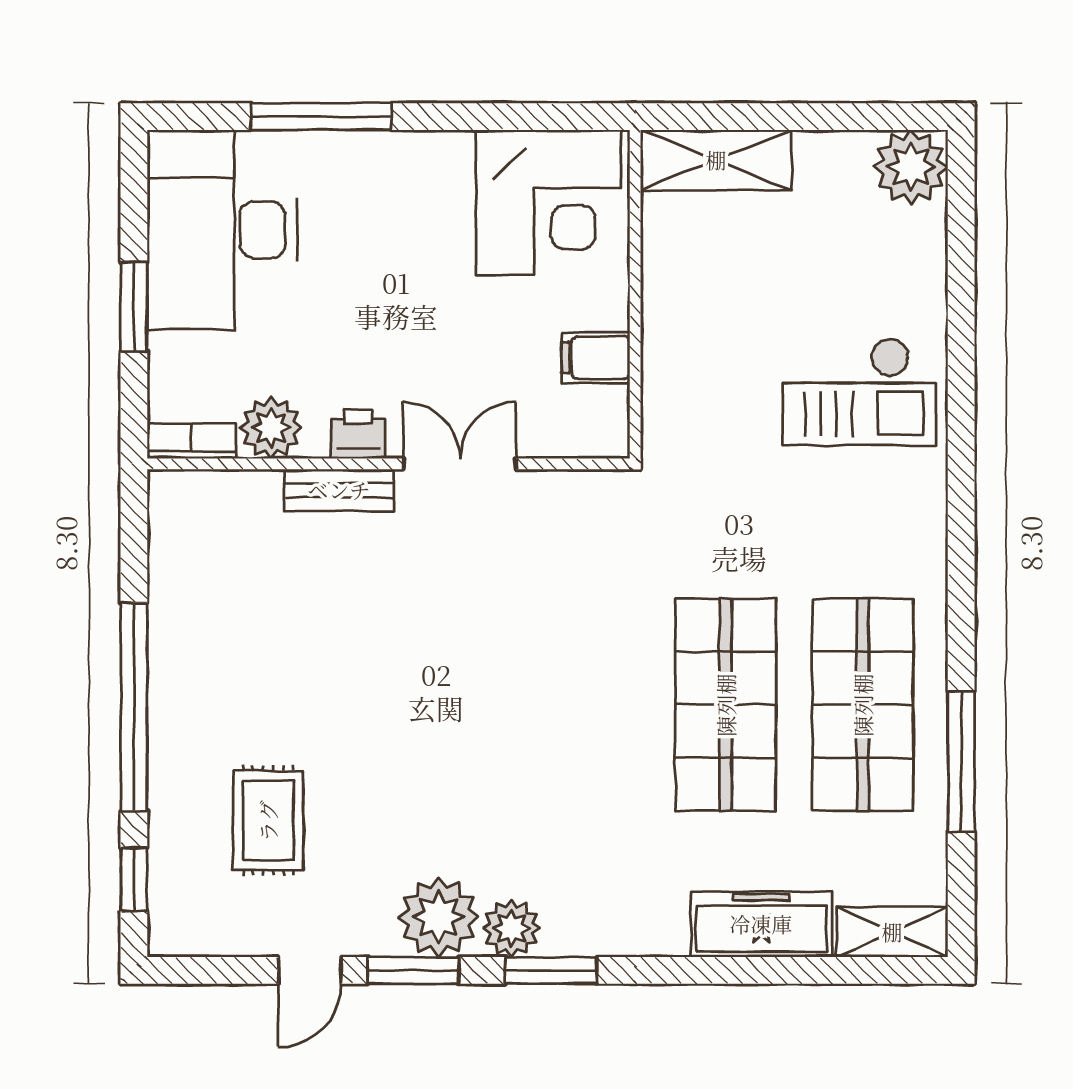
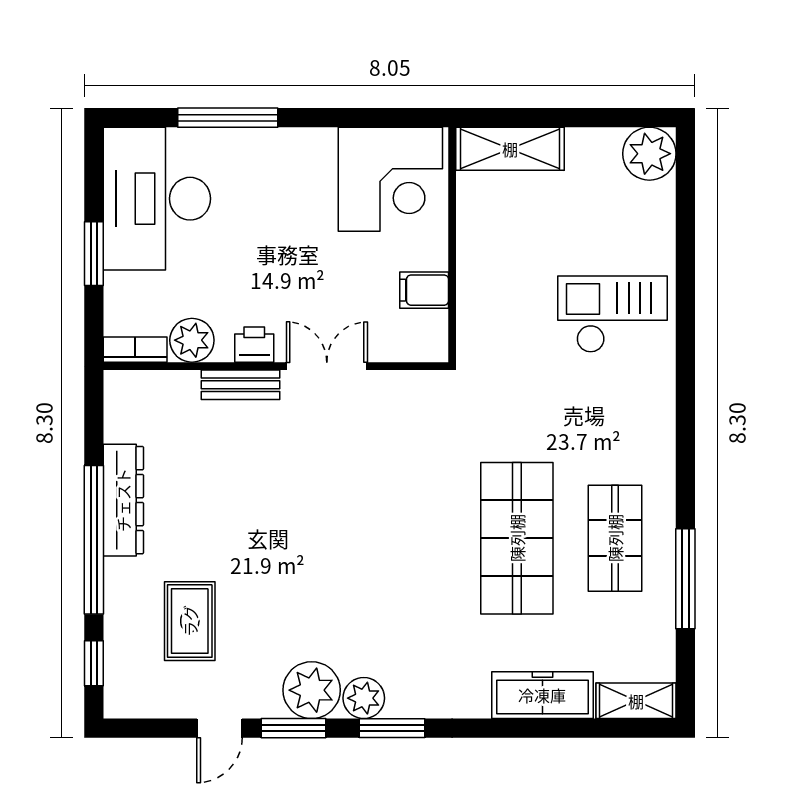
checkout: (859, 392) -> (612, 314), turned 180
dresser: (175, 651) -> (123, 500), added
shop shelf: (863, 705) -> (615, 538), width x0.70, depth x0.74

